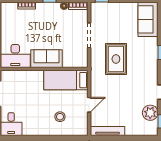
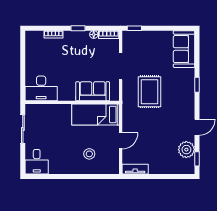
sofa: (47, 59) -> (93, 91), moved
tv unit: (108, 131) -> (135, 169), width x0.71

